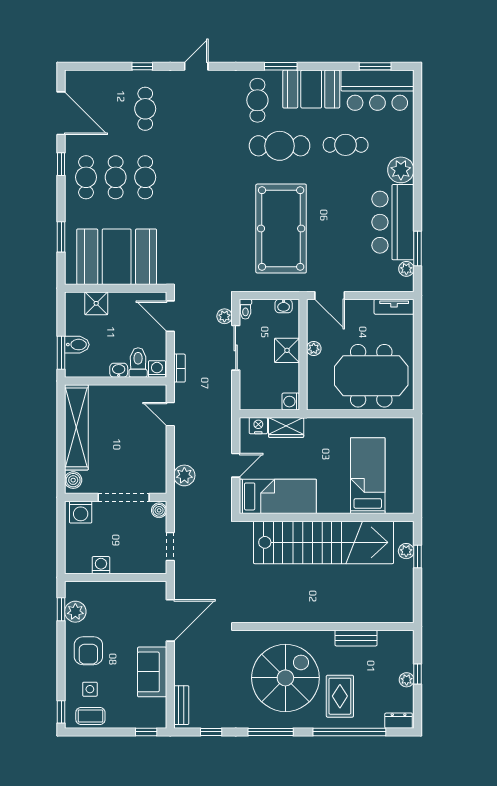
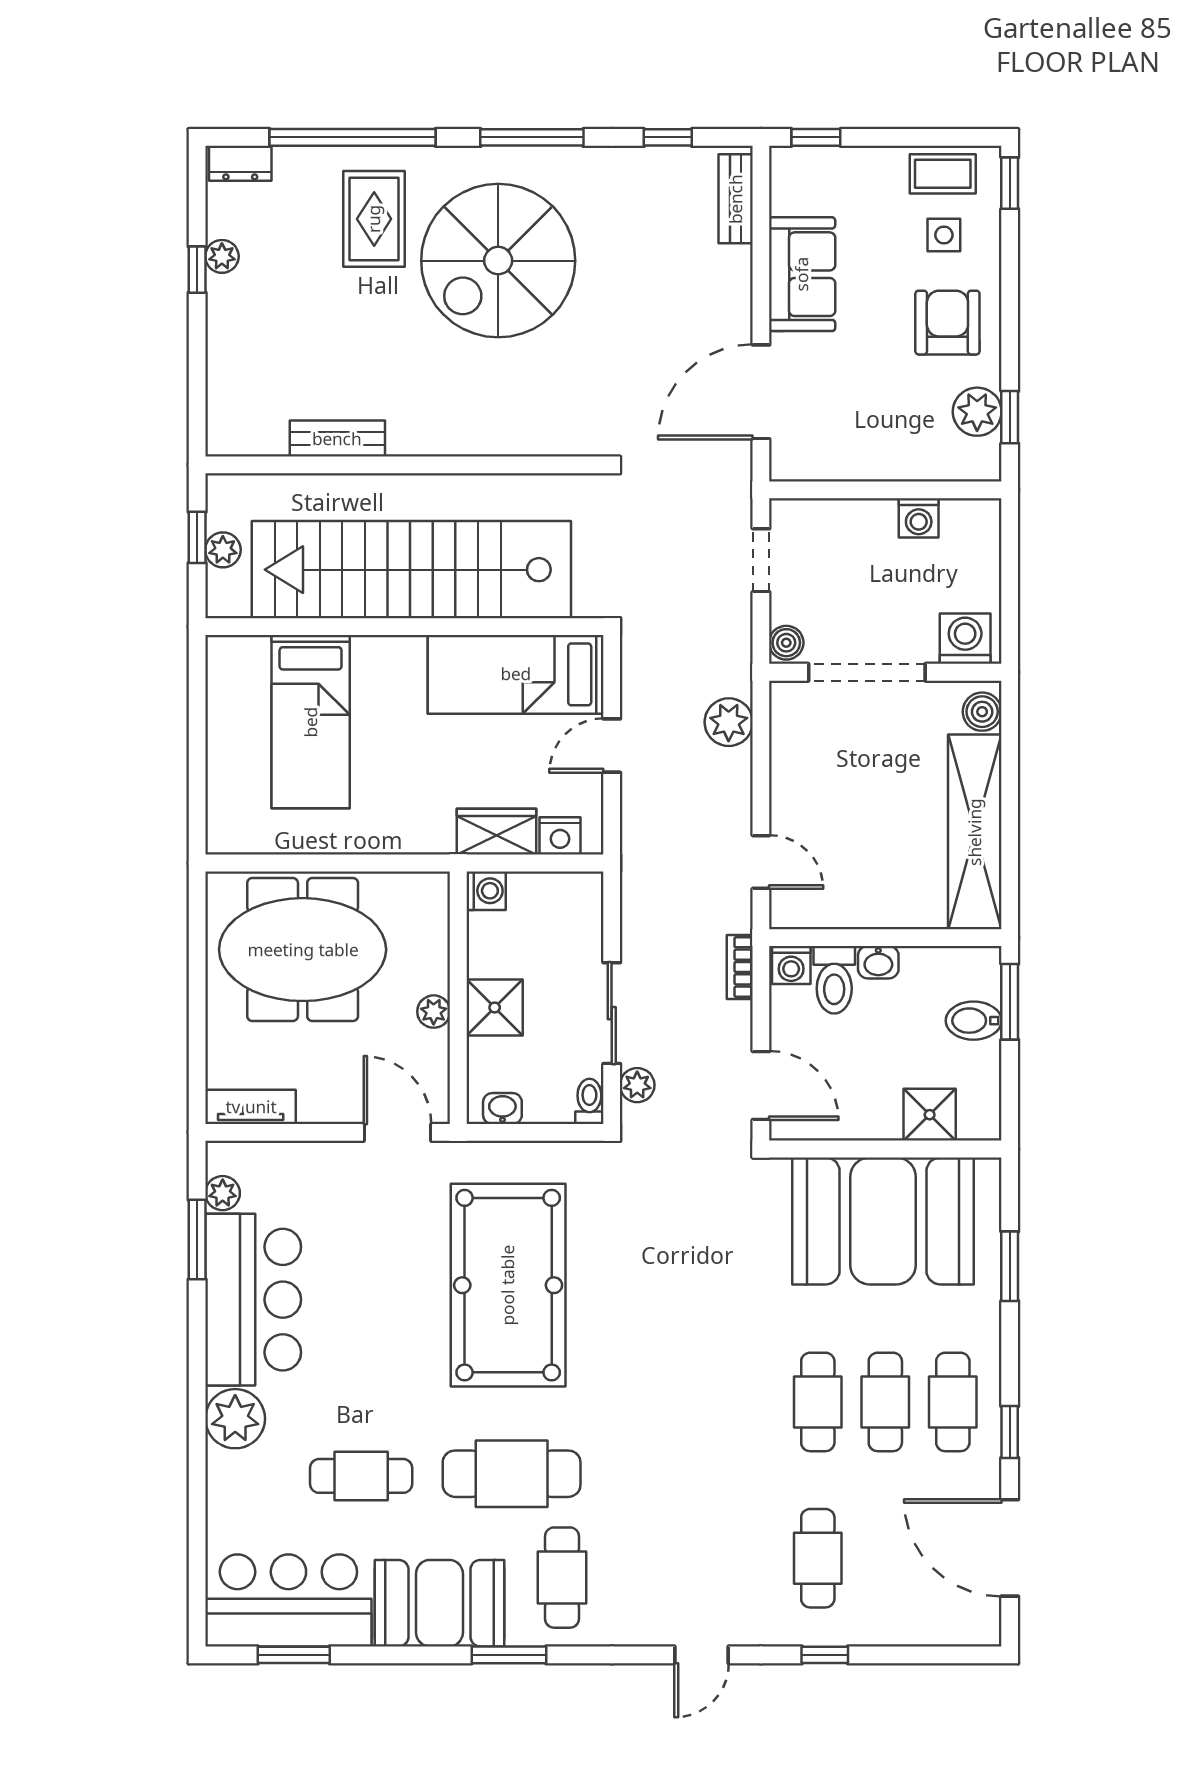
wall: (327, 626) -> (404, 465), moved
bench: (356, 638) -> (337, 439), moved

